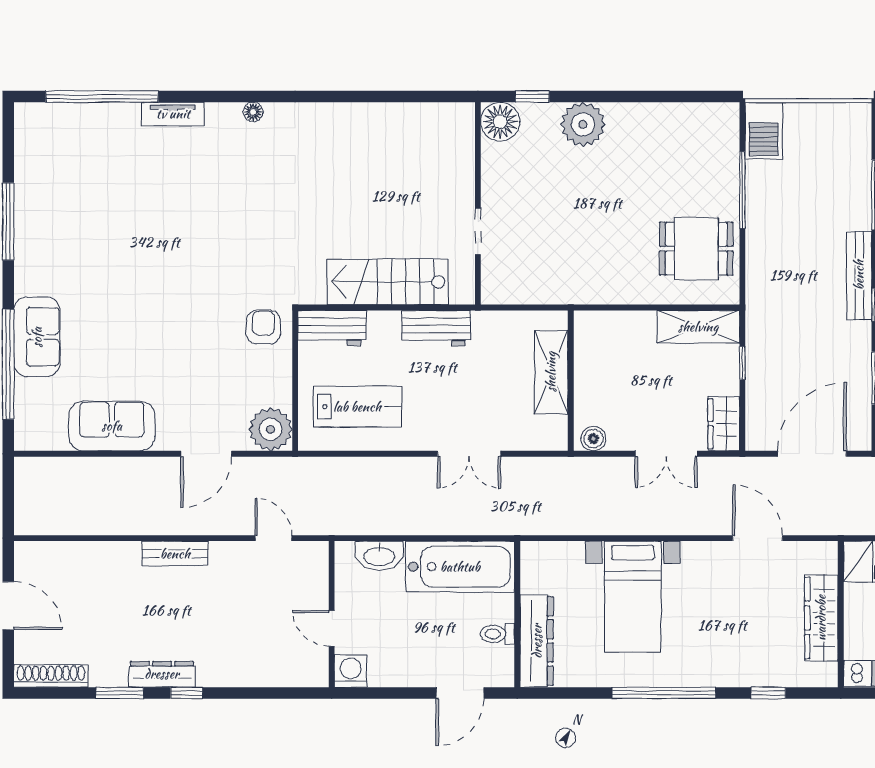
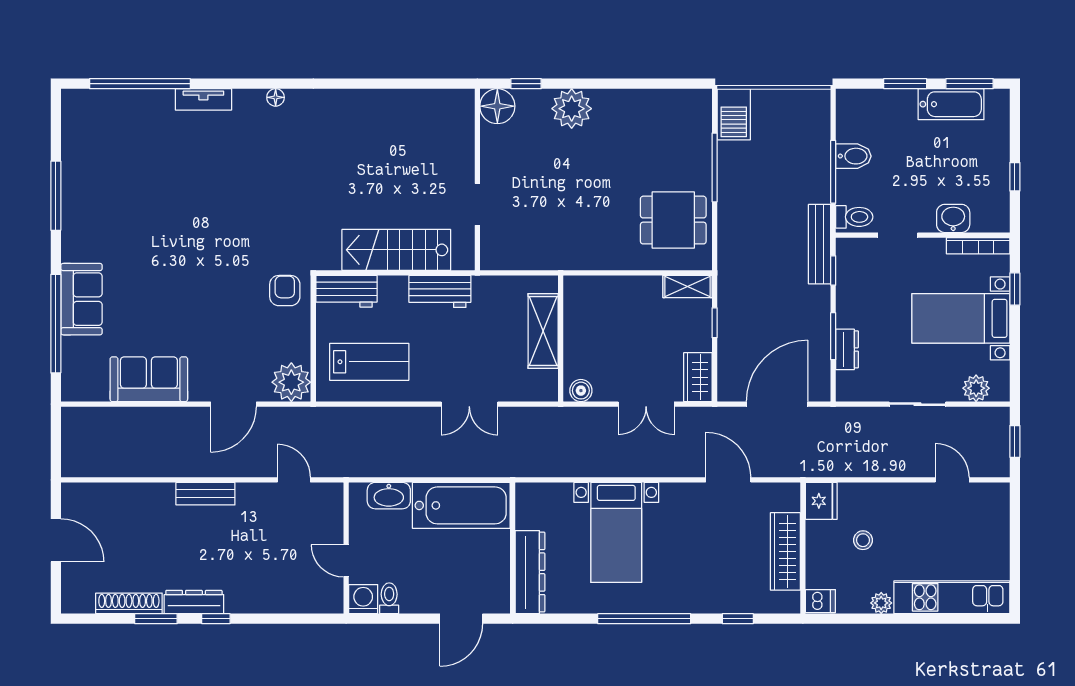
shelving: (698, 327) -> (687, 287), width x0.67, depth x0.75
toilet: (497, 634) -> (389, 598), moved, turned 90
shoe rack: (51, 676) -> (129, 603), moved

